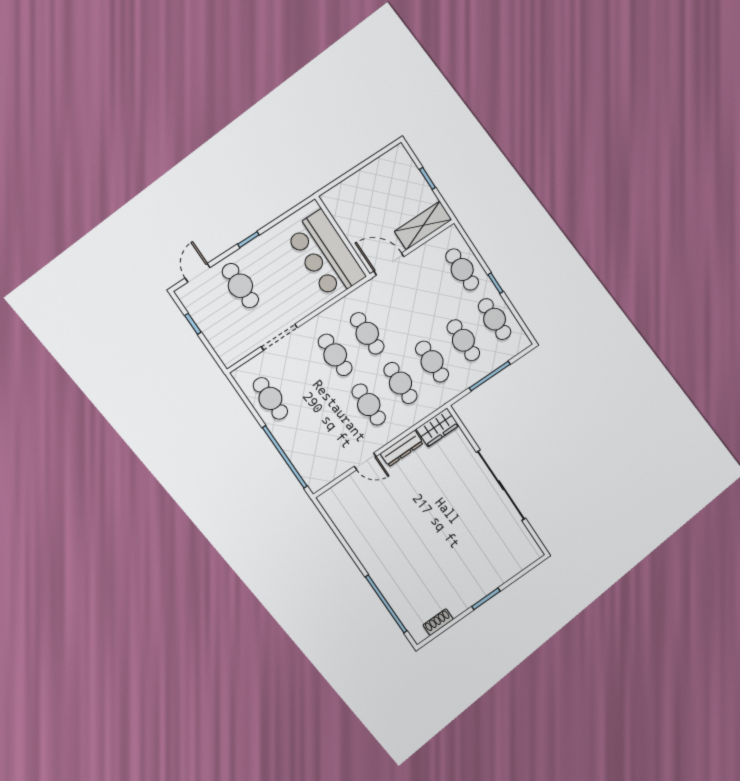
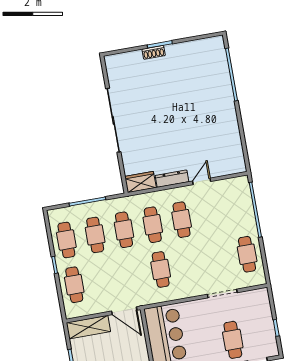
cafe table: (335, 355) -> (189, 264), removed
door: (365, 461) -> (202, 181), hinge flipped
shoe rack: (438, 622) -> (154, 52), moved

